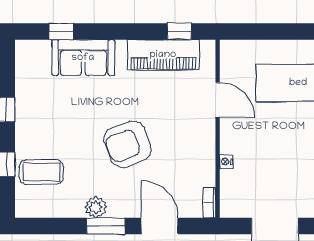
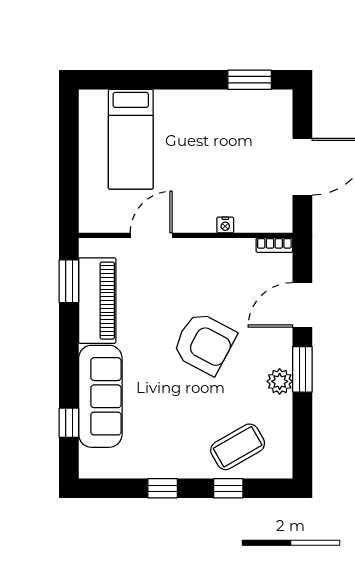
window: (179, 31) -> (69, 281), width x1.50
sofa: (83, 58) -> (100, 396), width x1.36
armchair: (128, 144) -> (204, 343), turned -42
coffee table: (41, 172) -> (238, 447), turned 60

